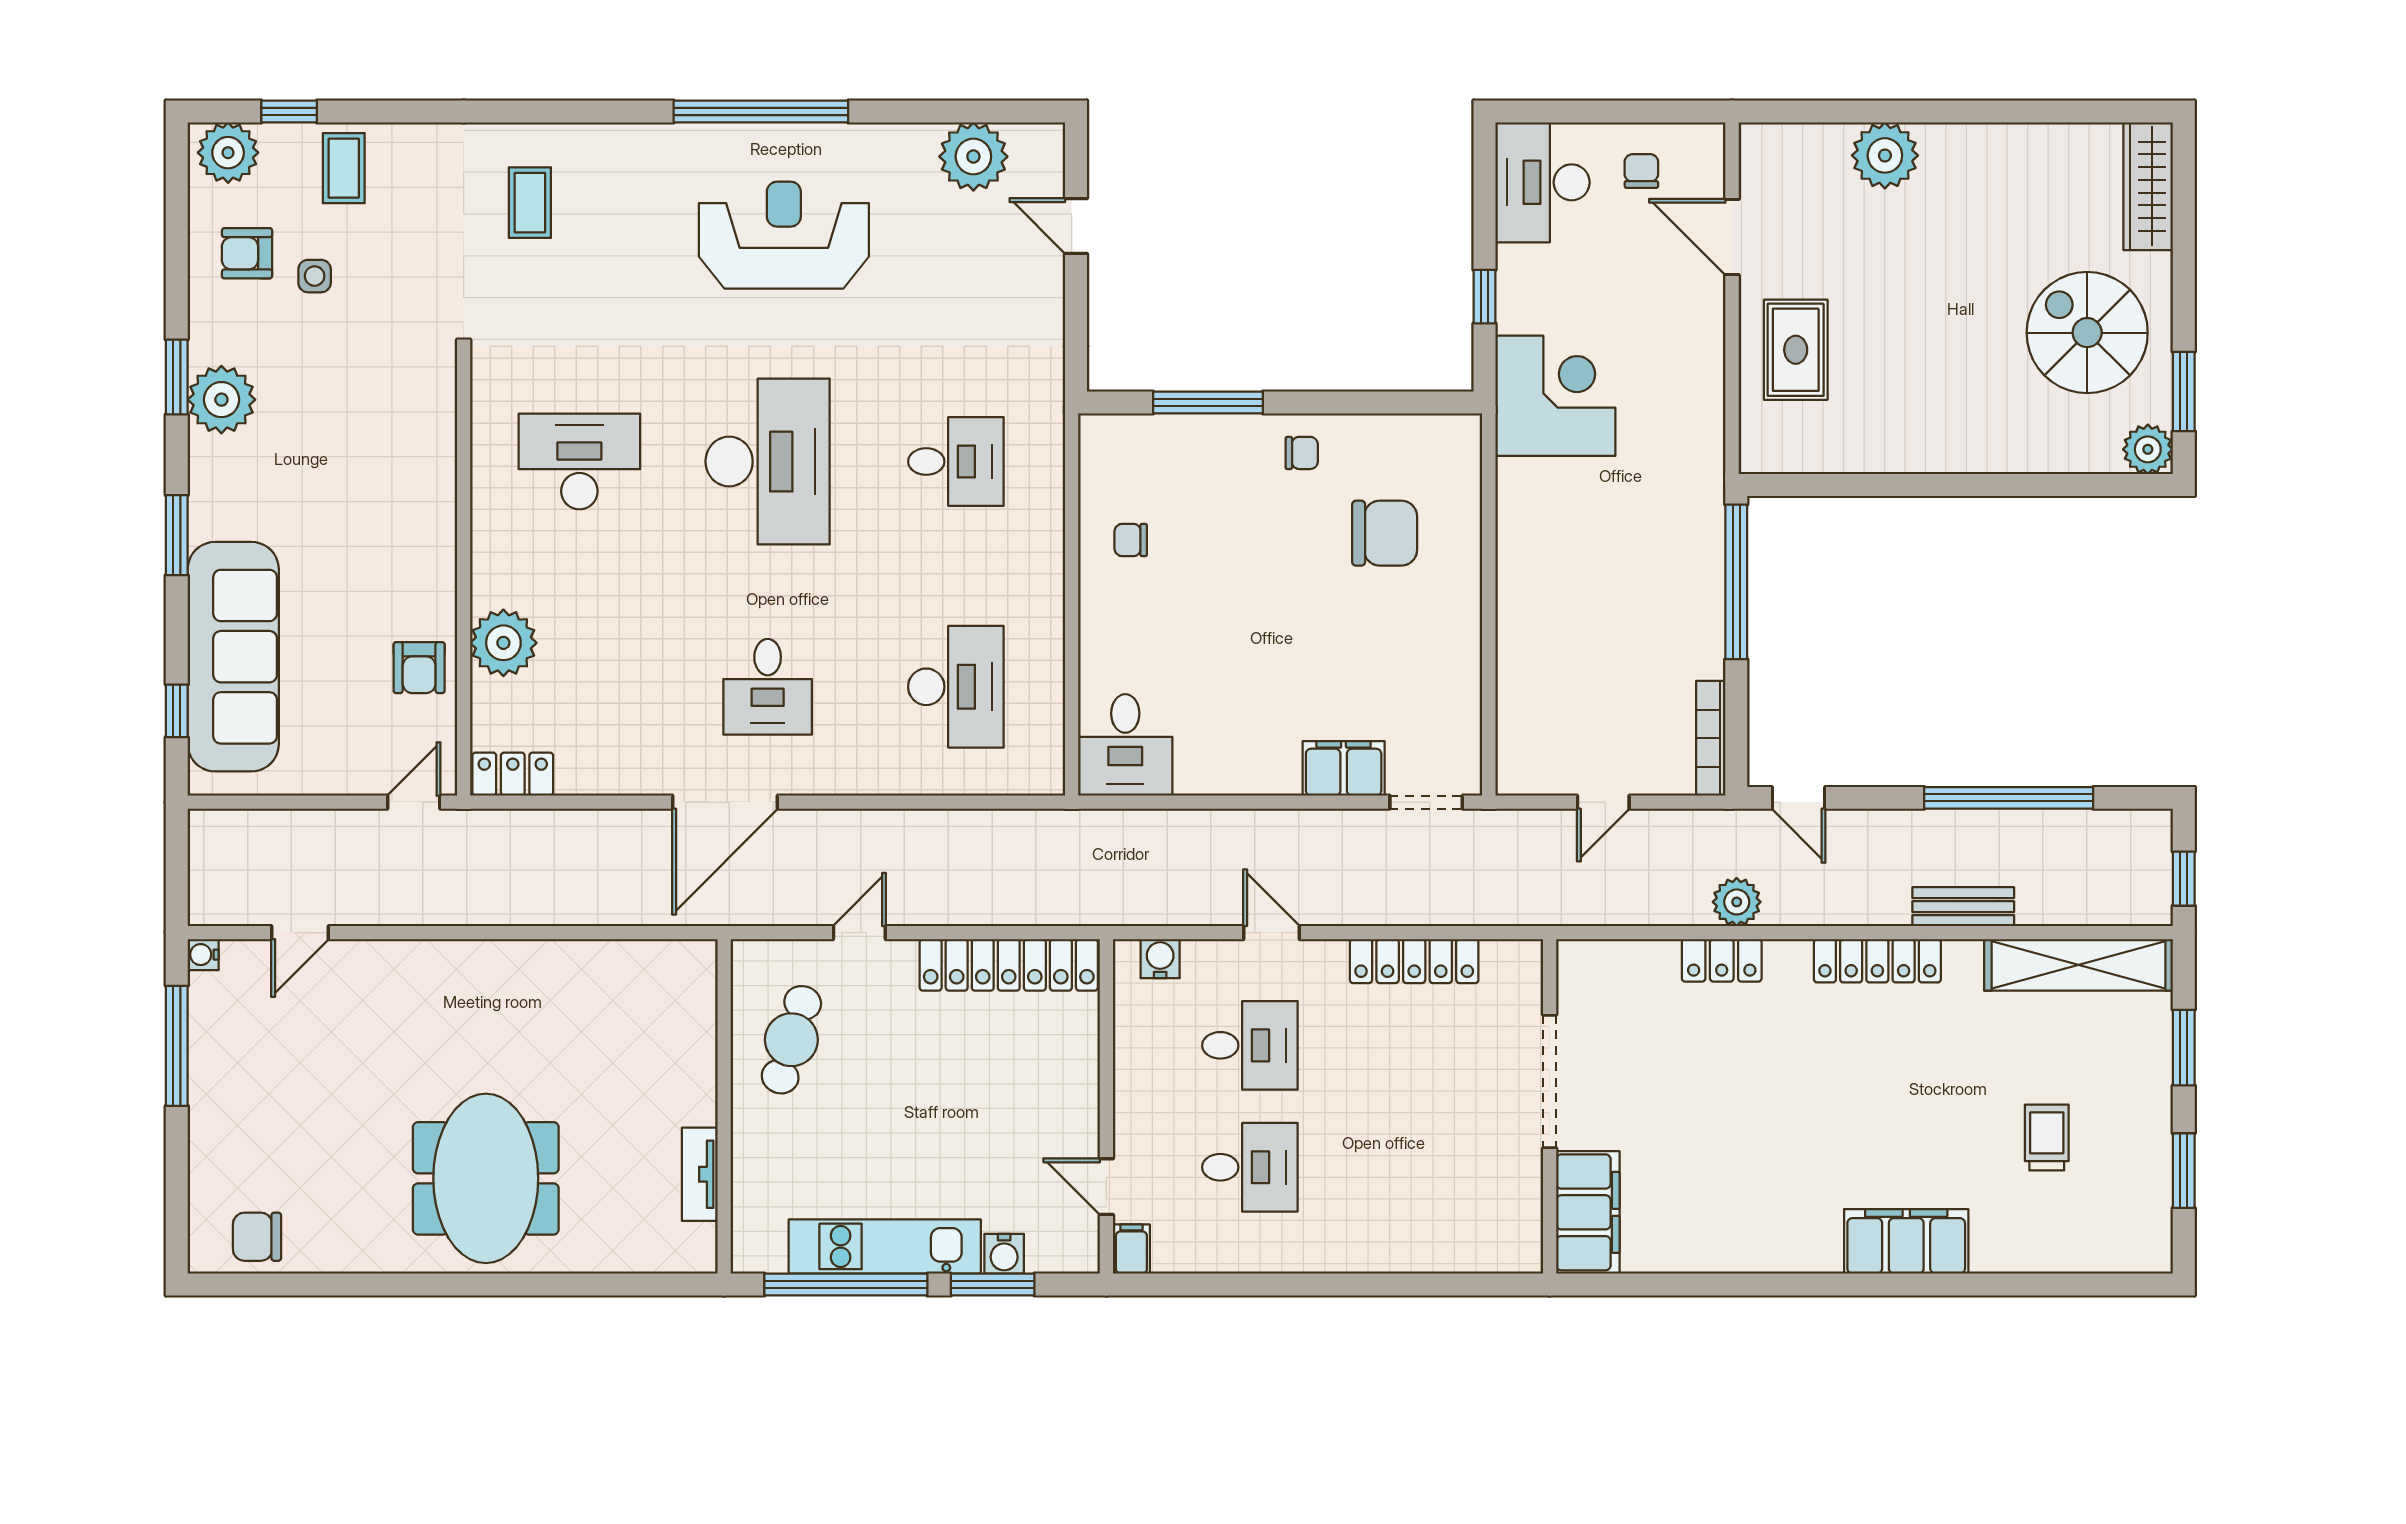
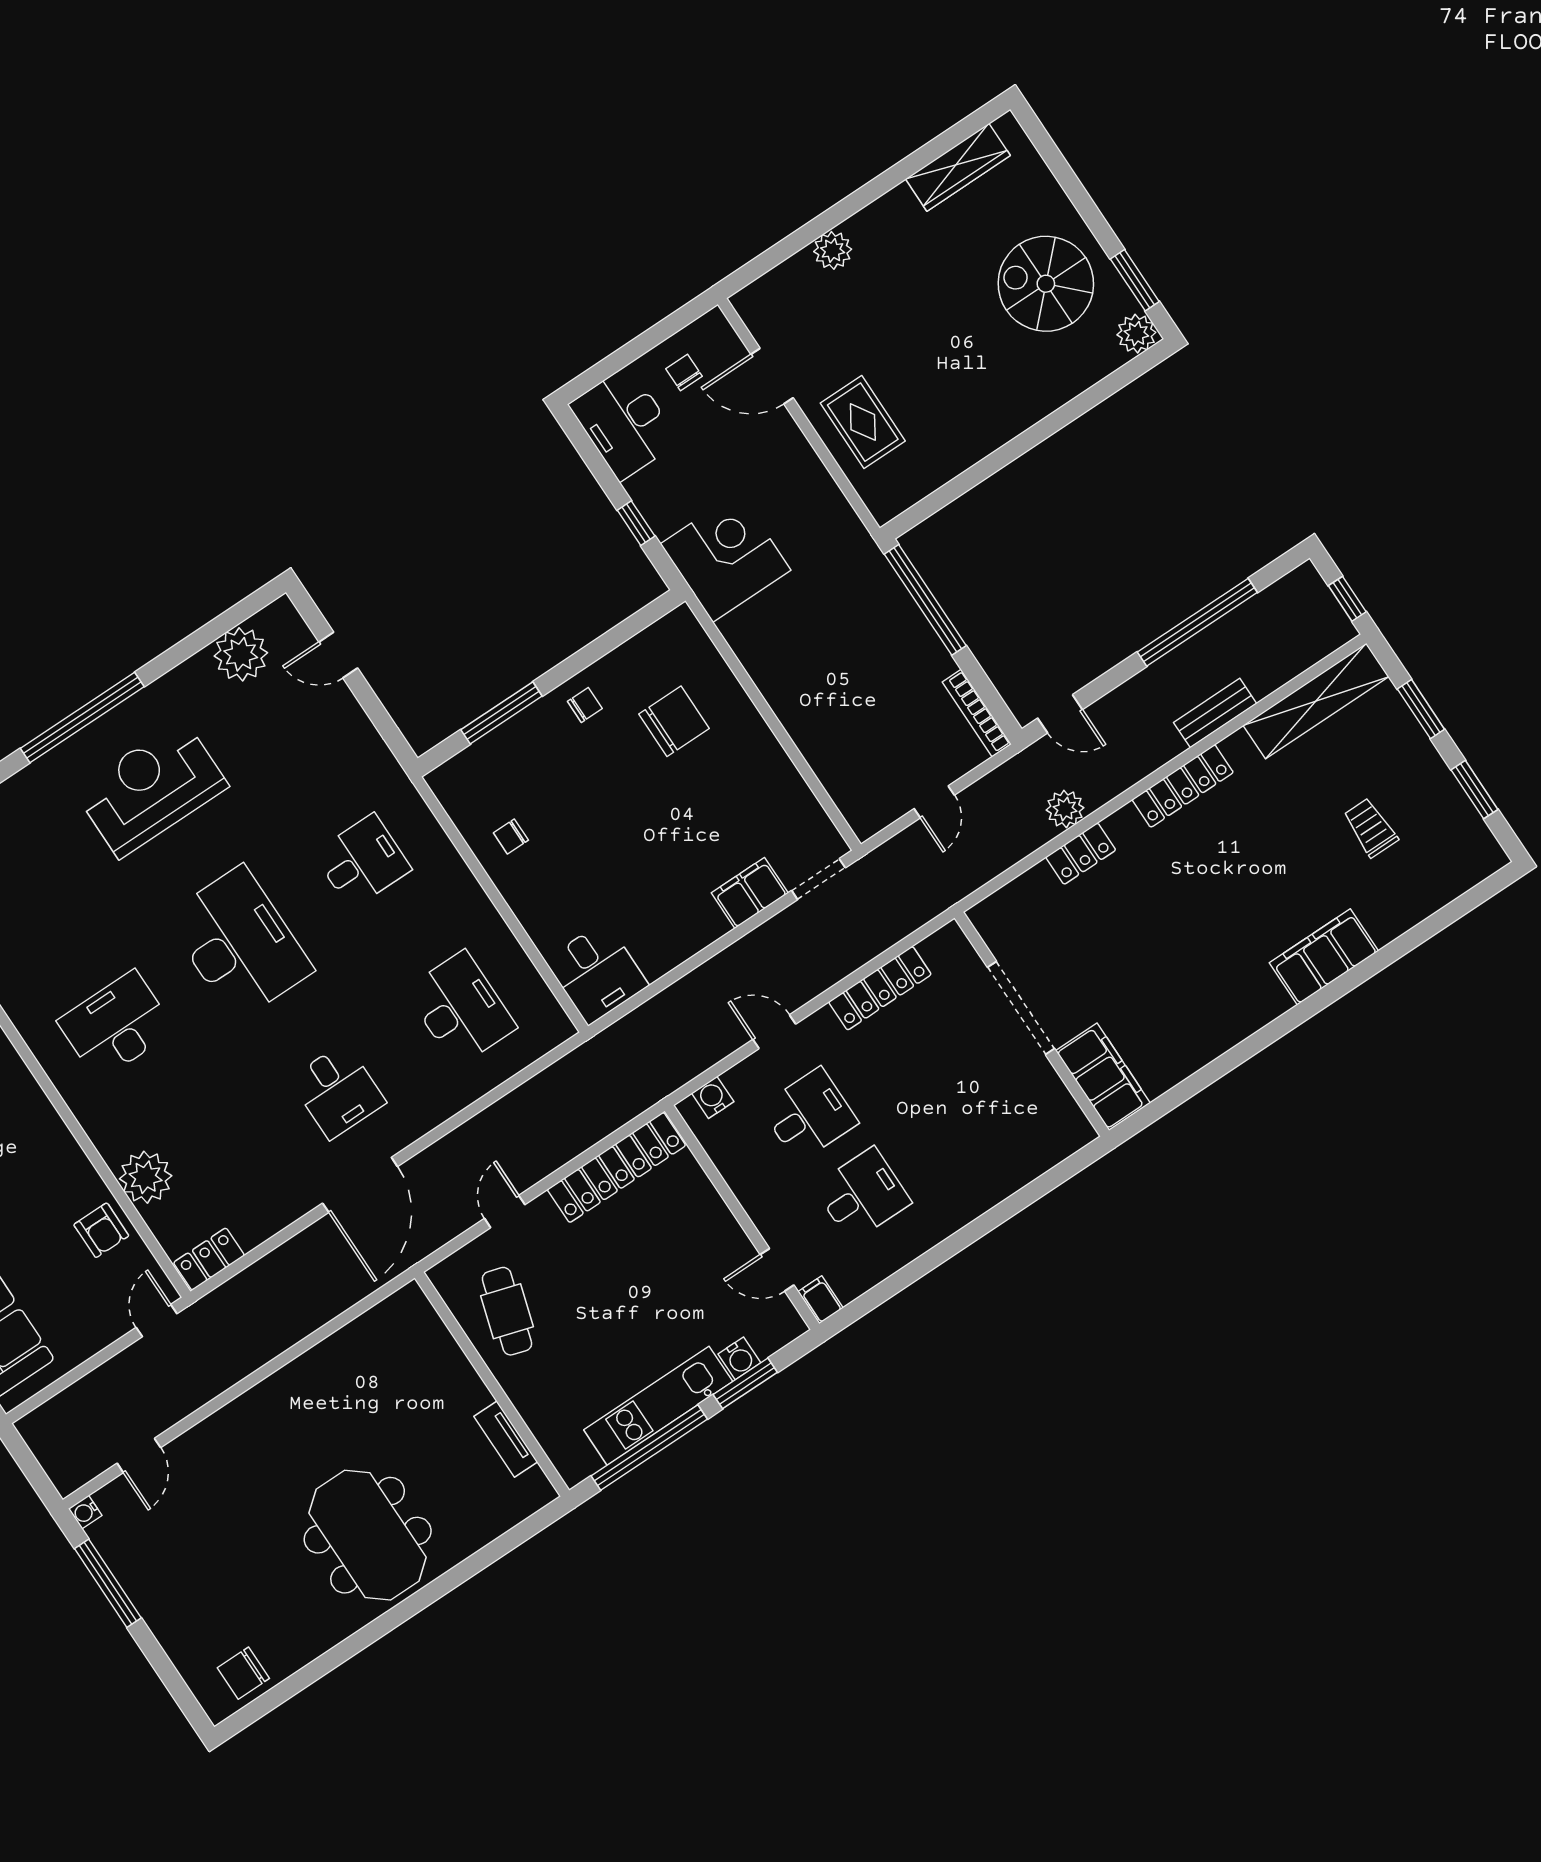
plant: (1885, 155) -> (833, 250), width x0.73, depth x0.73
wardrobe: (2148, 186) -> (958, 167), moved, turned -90

